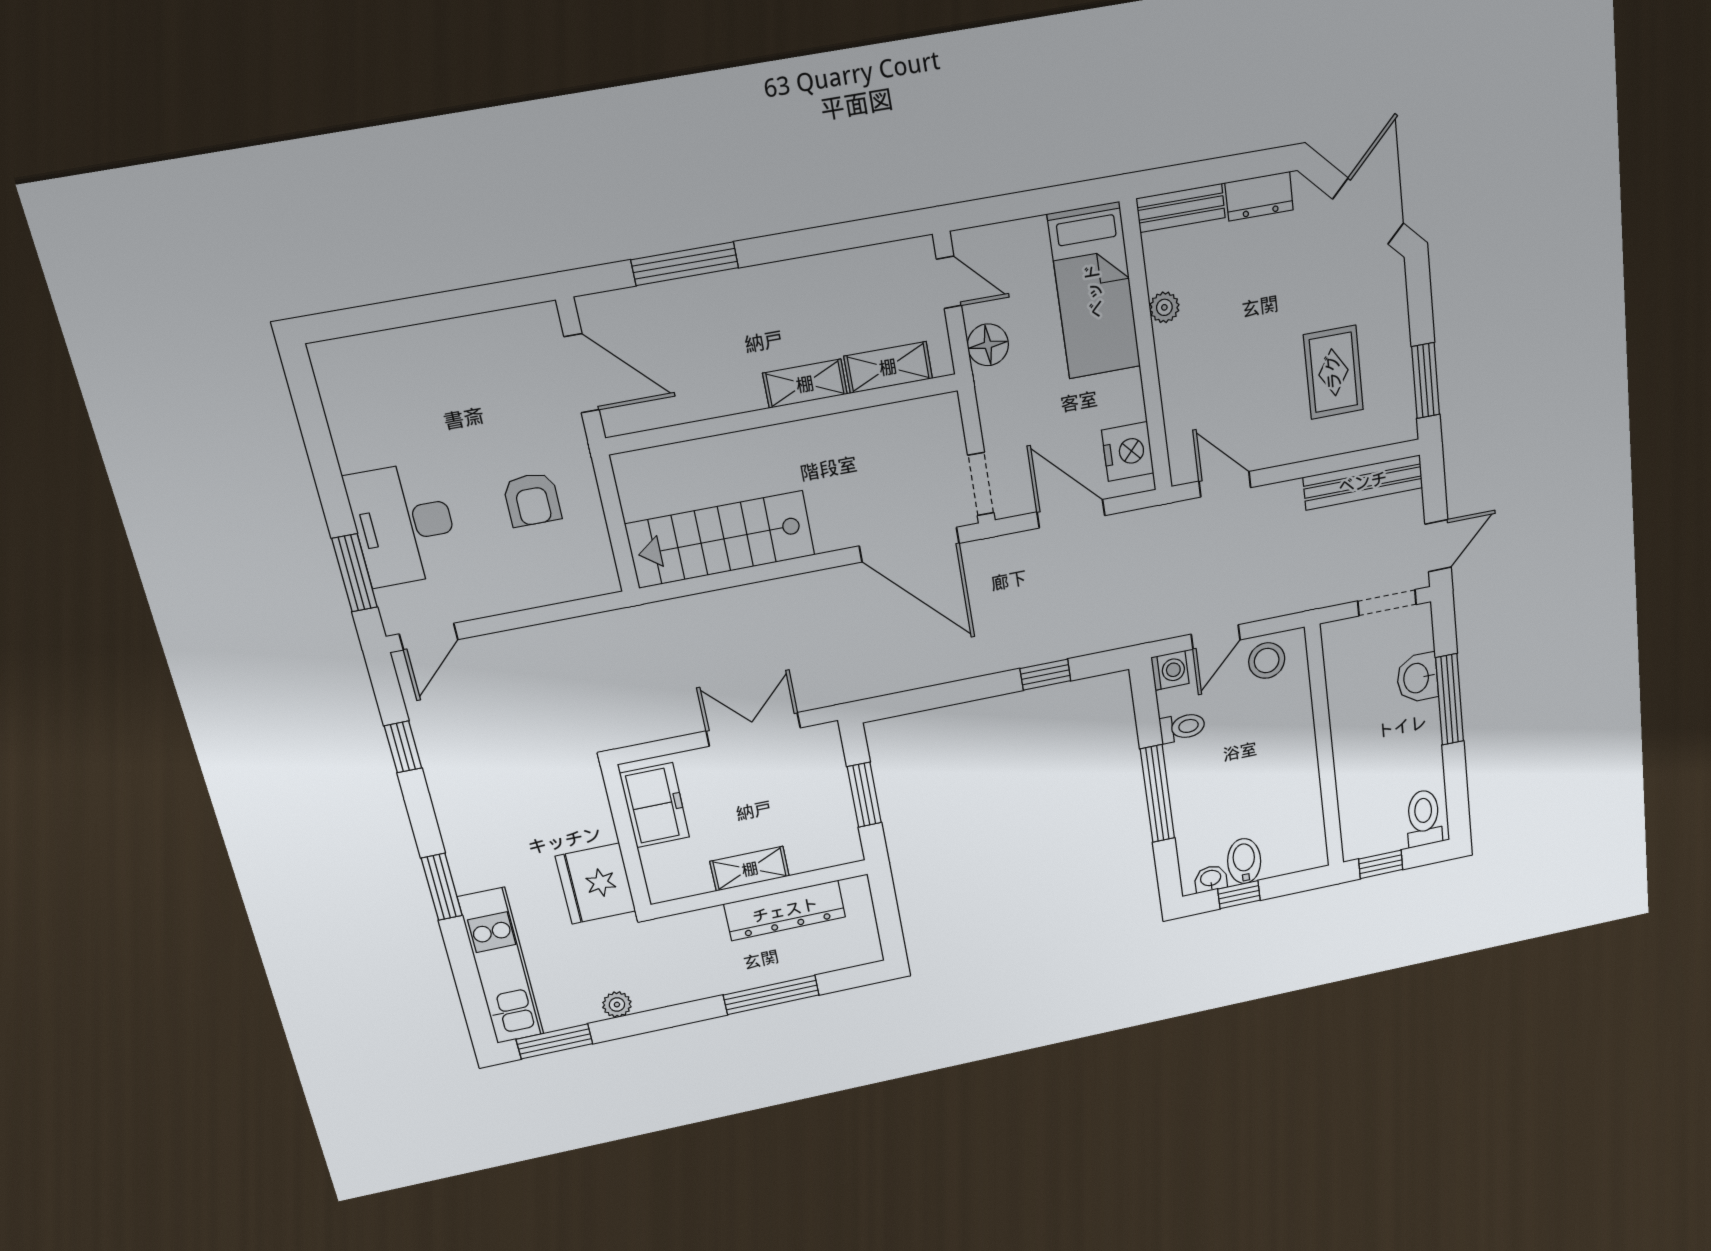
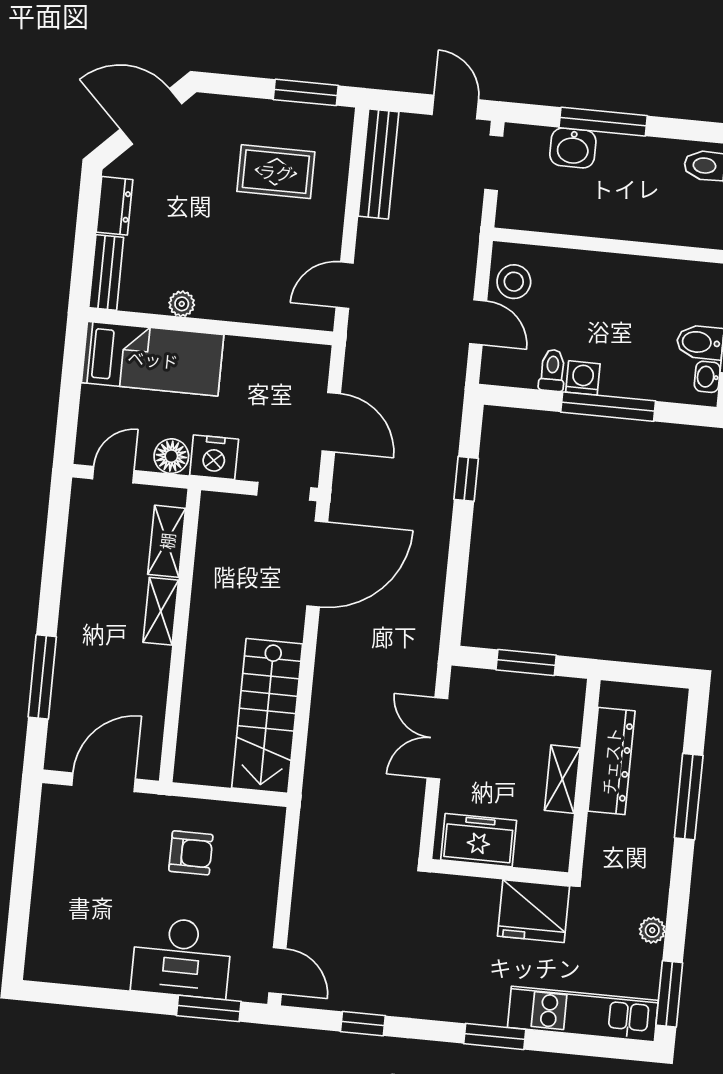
nightstand: (1128, 452) -> (214, 457), moved, turned 180
door: (1071, 514) -> (331, 422), swing flipped
washing machine: (1170, 670) -> (583, 378), moved

